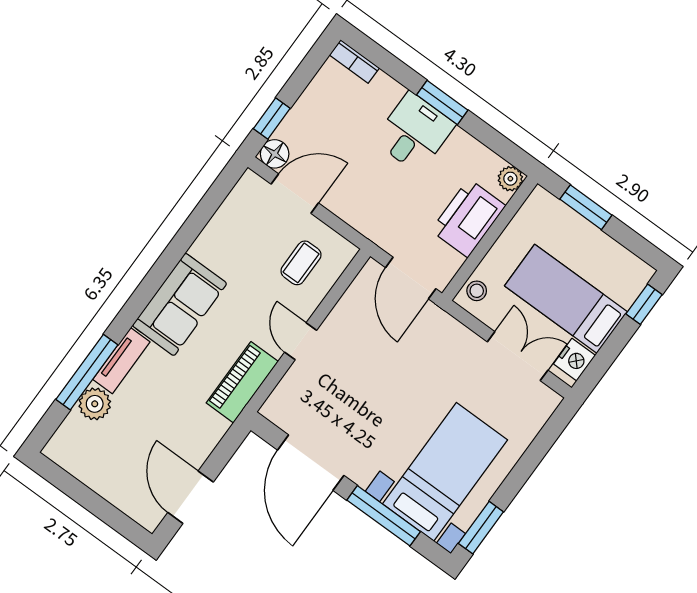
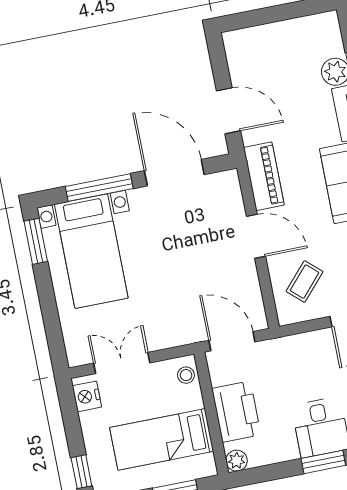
coffee table: (301, 263) -> (305, 282), turned 42
bed: (566, 299) -> (162, 439), moved, turned 180
door: (301, 341) -> (256, 236), width x1.37
double door: (518, 356) -> (122, 363), swing flipped
door: (191, 497) -> (228, 111), moved

